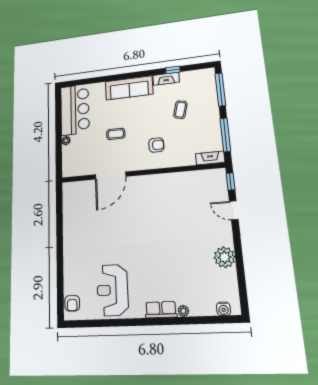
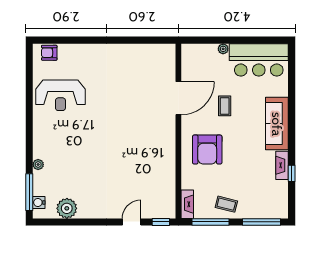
coffee table: (180, 110) -> (226, 204), moved
armchair: (156, 145) -> (207, 150), width x1.88, depth x1.88
door: (111, 176) -> (178, 98), swing flipped
plant: (225, 257) -> (67, 208), moved
reception desk: (112, 290) -> (60, 95), turned 180
row of seats: (161, 310) -> (40, 143), removed
window: (213, 320) -> (29, 192), added

